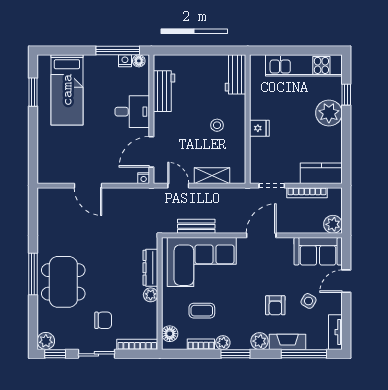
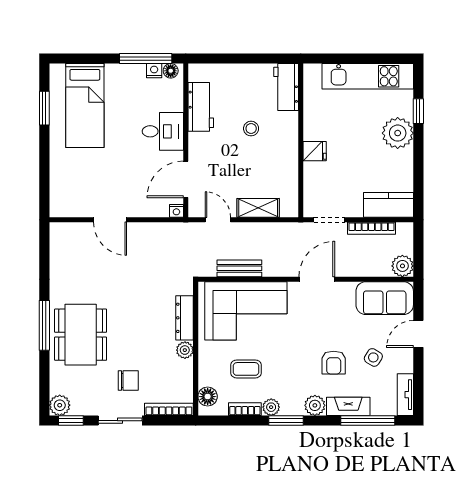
stool: (217, 125) -> (251, 129), moved

